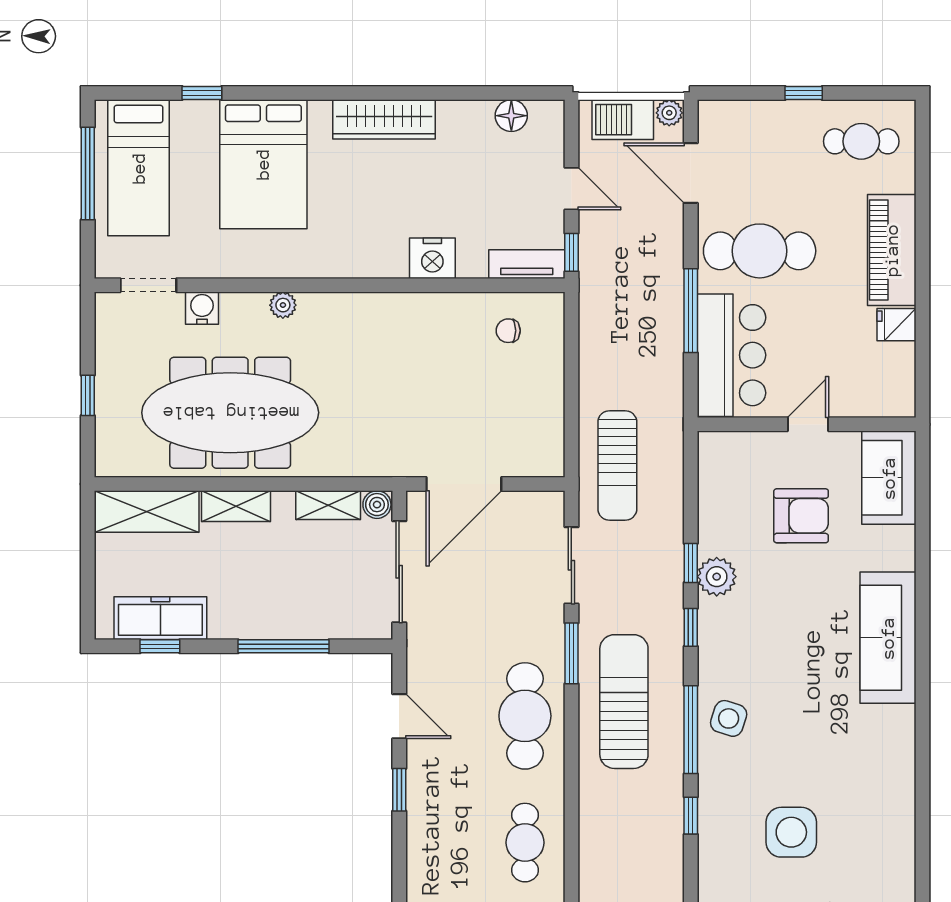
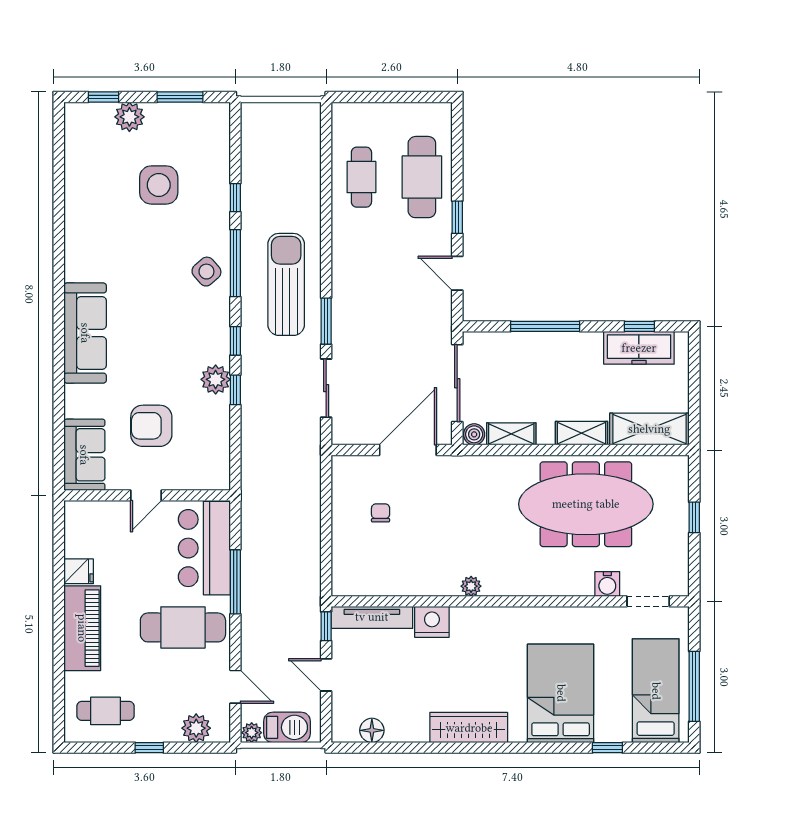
plant: (742, 119) -> (196, 728), added
door: (691, 173) -> (235, 687), width x0.73
tv unit: (527, 264) -> (372, 617), width x1.41
plant: (283, 305) -> (471, 586), moved
chair: (508, 331) -> (381, 513), moved, turned -90
sun lounger: (617, 465) -> (291, 464), removed
sun lounger: (624, 702) -> (286, 284), turned 180
cafe table: (525, 716) -> (422, 177), moved
side table: (729, 718) -> (206, 272), turned 31

